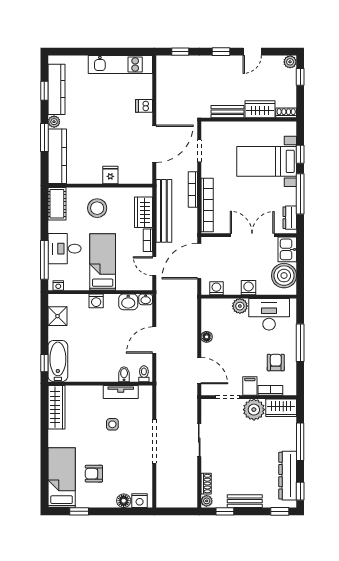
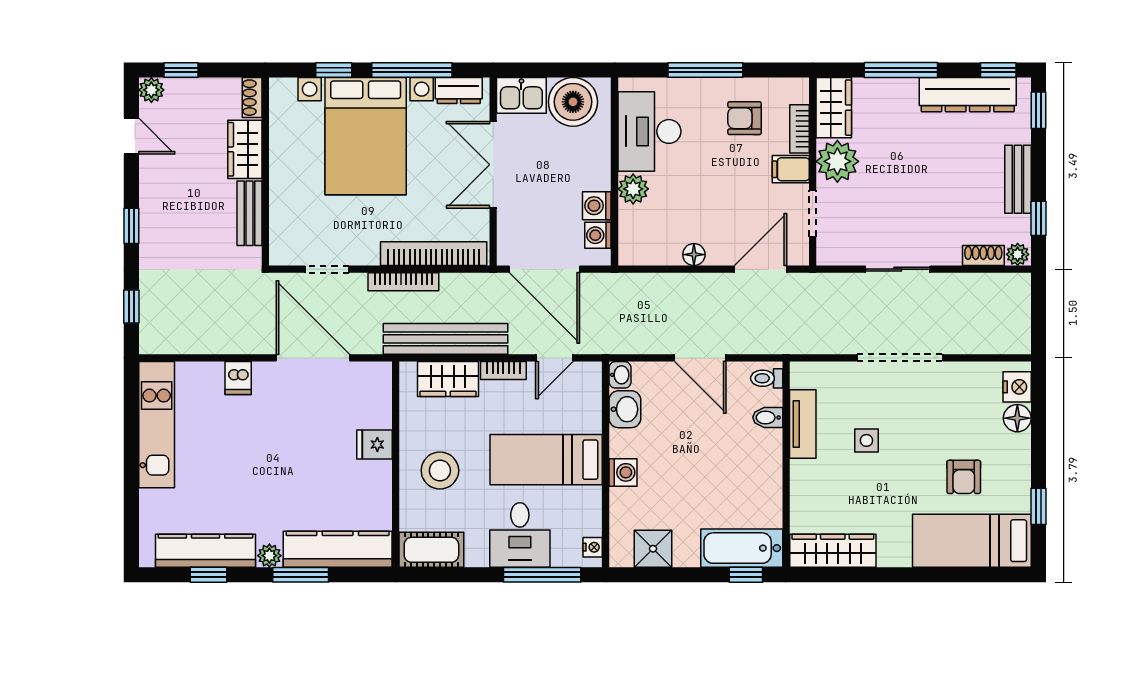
door: (252, 52) -> (131, 136), moved
bed with nightstands: (267, 161) -> (366, 136), width x1.36
washing machine: (249, 288) -> (597, 206), moved

